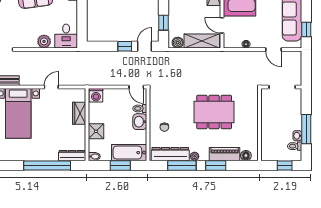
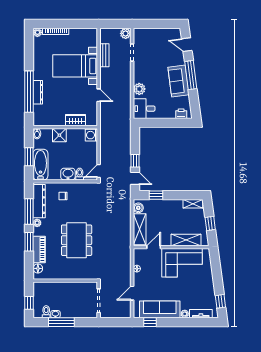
dresser: (72, 156) -> (38, 92), moved

